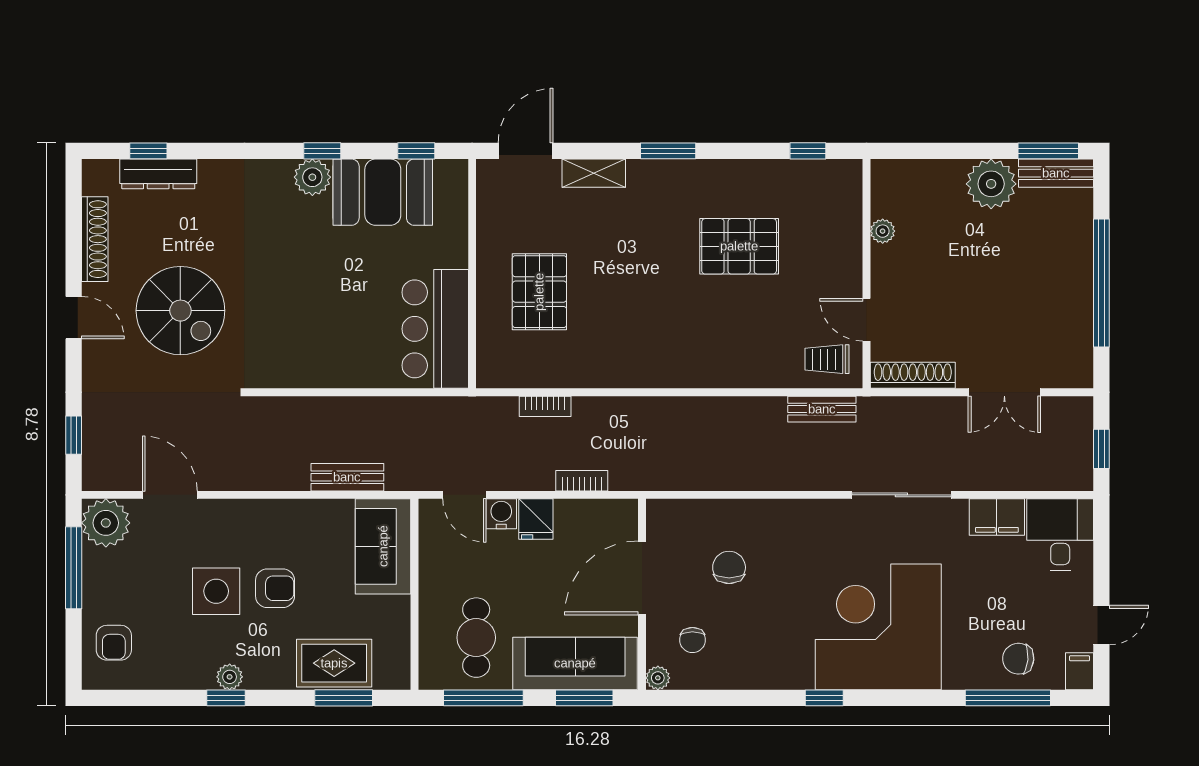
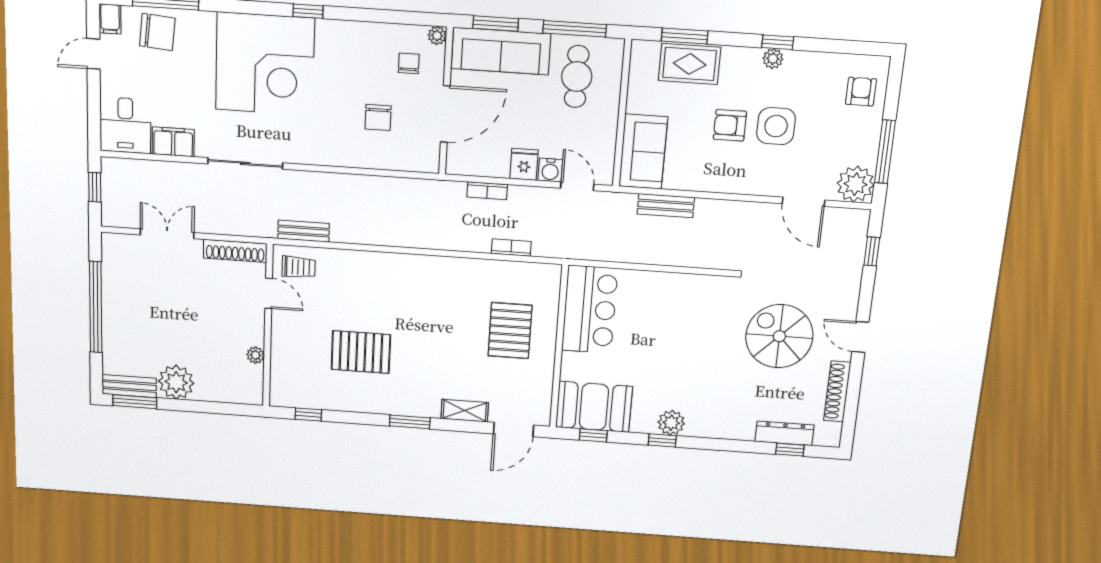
booth: (383, 192) -> (594, 407), moved
chair: (1018, 659) -> (157, 32), width x1.37, depth x1.37

